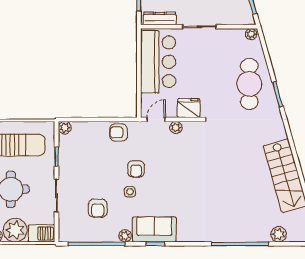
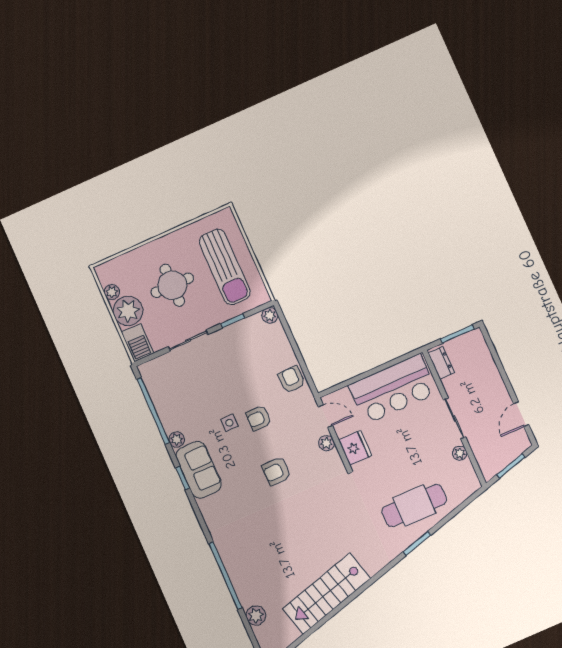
dresser: (160, 18) -> (441, 363), width x0.70
plant: (251, 34) -> (460, 453), moved
armchair: (98, 208) -> (276, 471), moved

